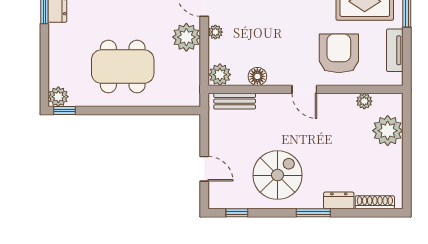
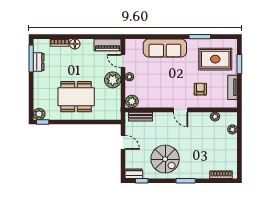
armchair: (339, 53) -> (200, 89), width x0.53, depth x0.53
floor lamp: (257, 76) -> (154, 102), removed
plant: (388, 131) -> (232, 129), width x0.53, depth x0.53
door: (204, 169) -> (123, 142), moved
spiral stairs: (278, 175) -> (165, 159), turned 90
dresser: (339, 200) -> (134, 174), moved

